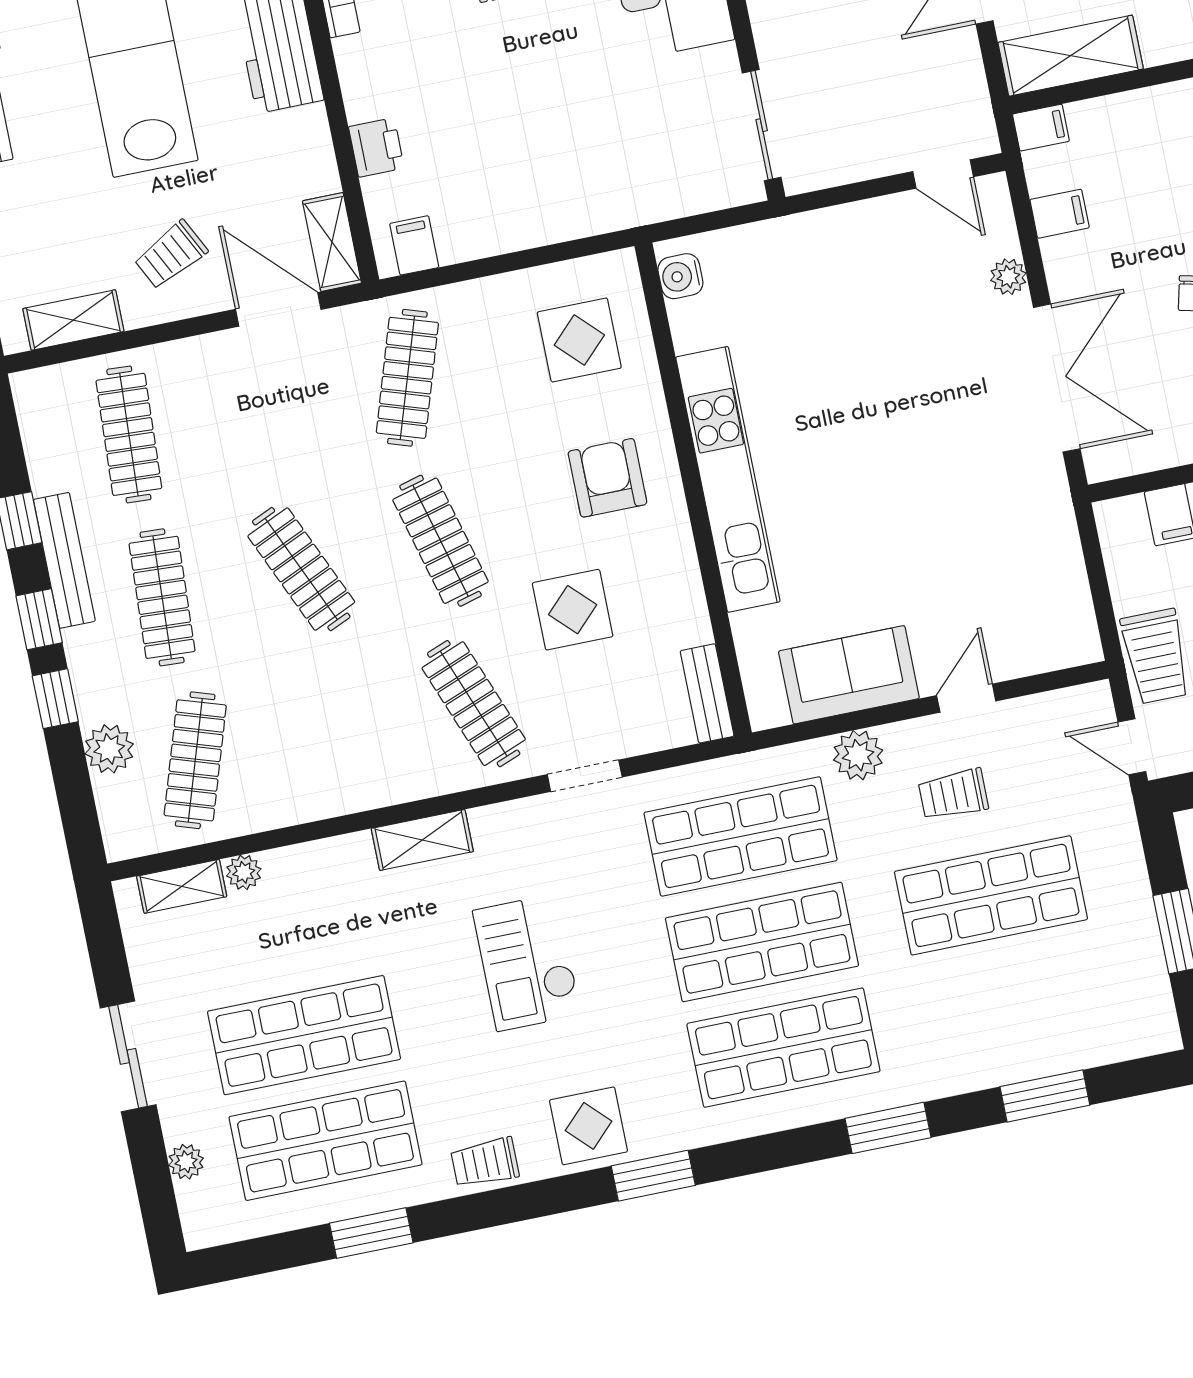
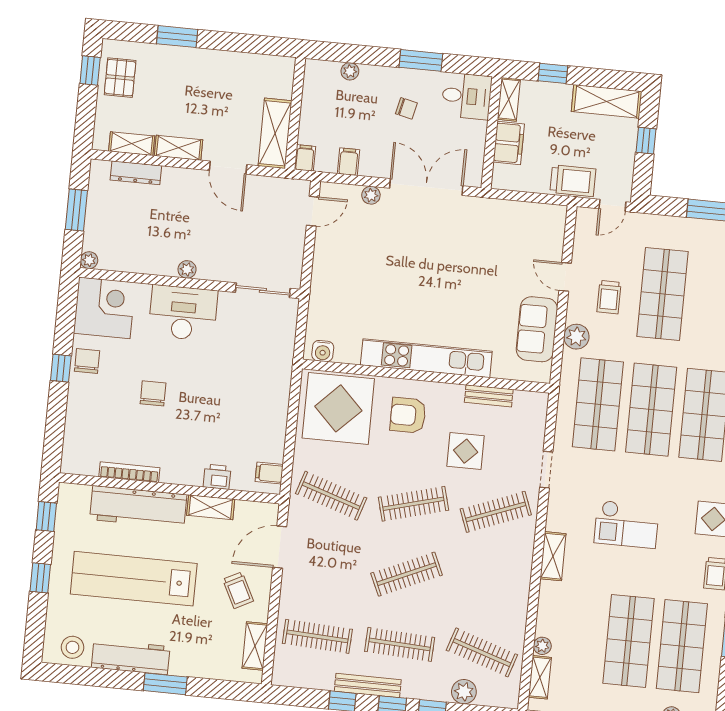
shelving: (332, 242) -> (211, 507), moved
display table: (579, 340) -> (338, 408), width x1.86, depth x1.86
bench: (707, 693) -> (489, 396), moved

